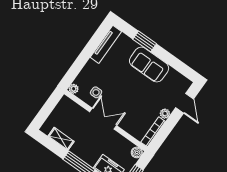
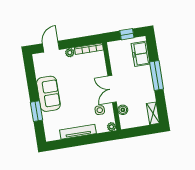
tv unit: (106, 44) -> (78, 132), moved
shelving: (61, 139) -> (153, 113), moved
boiler: (137, 152) -> (123, 110), moved

